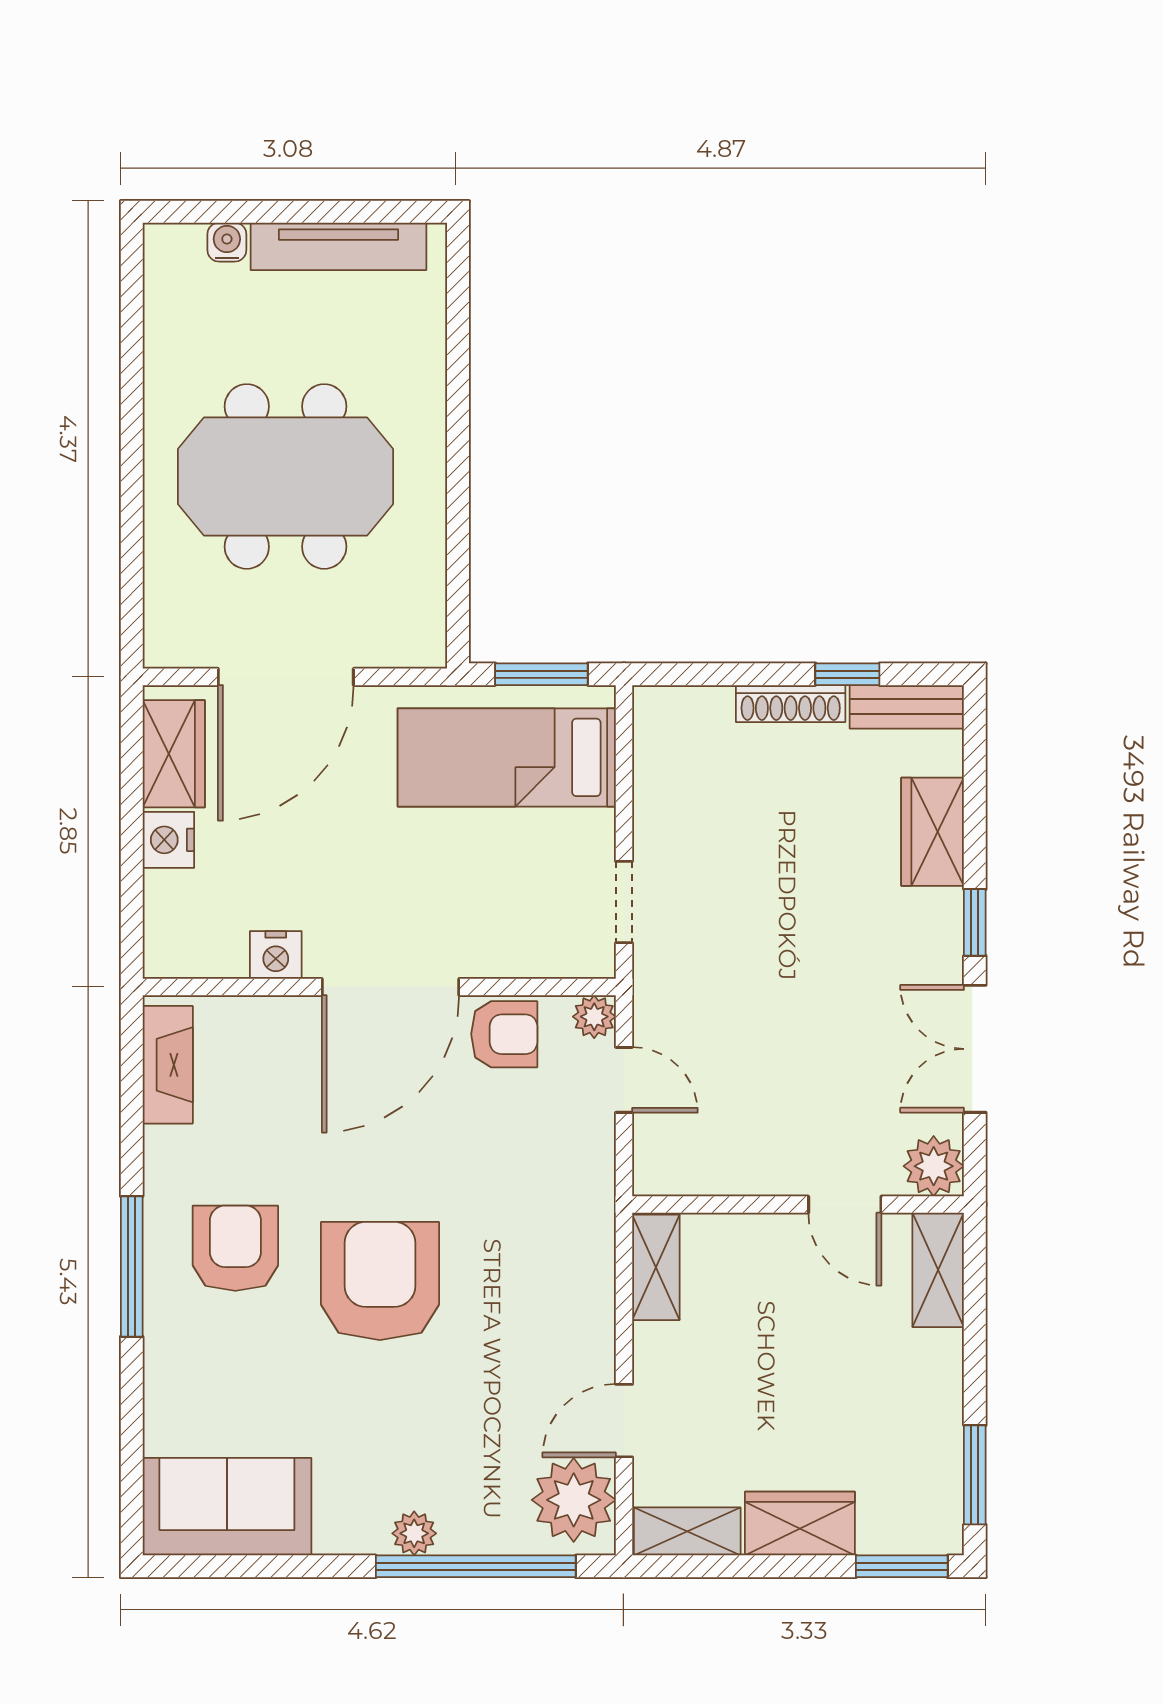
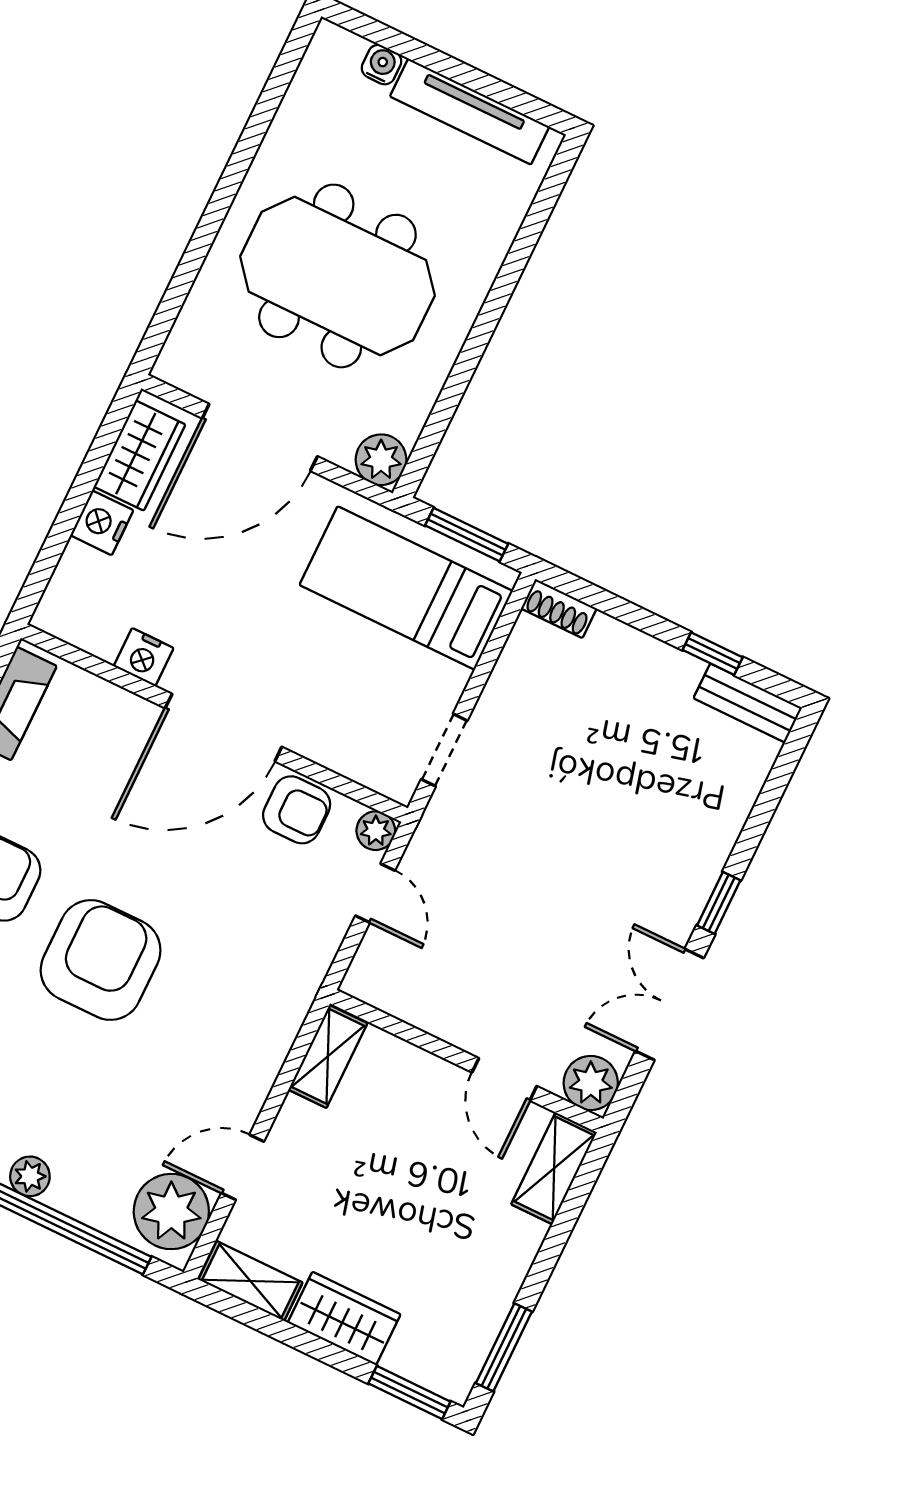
plant: (419, 640) -> (381, 460), added
shoe rack: (791, 704) -> (559, 608), moved, width x0.70
wardrobe: (933, 832) -> (720, 814), removed

